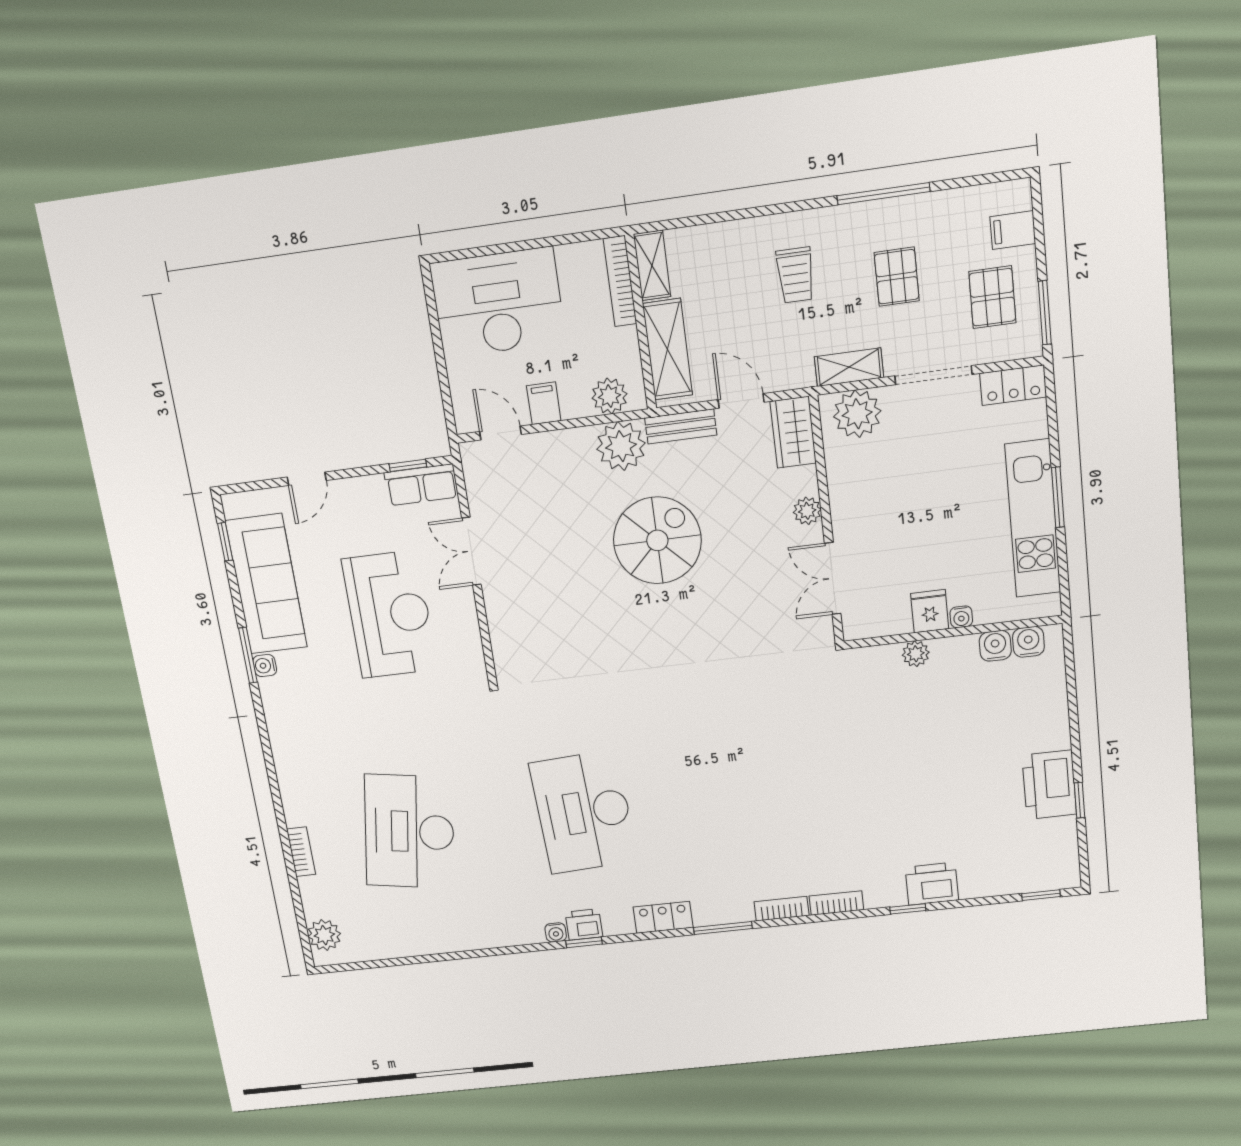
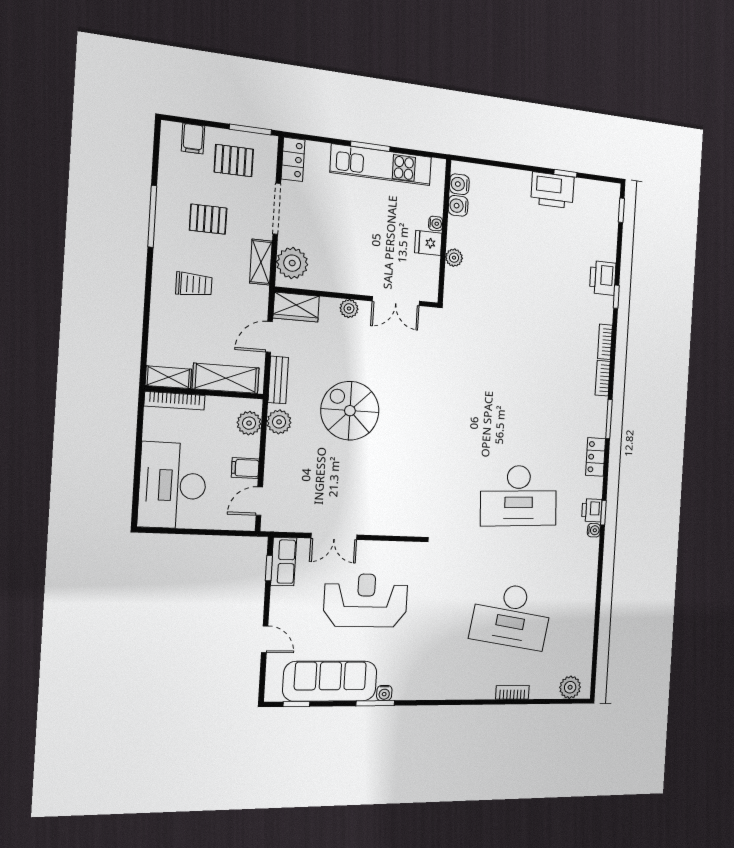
plant: (621, 446) -> (279, 422), width x0.73, depth x0.73

